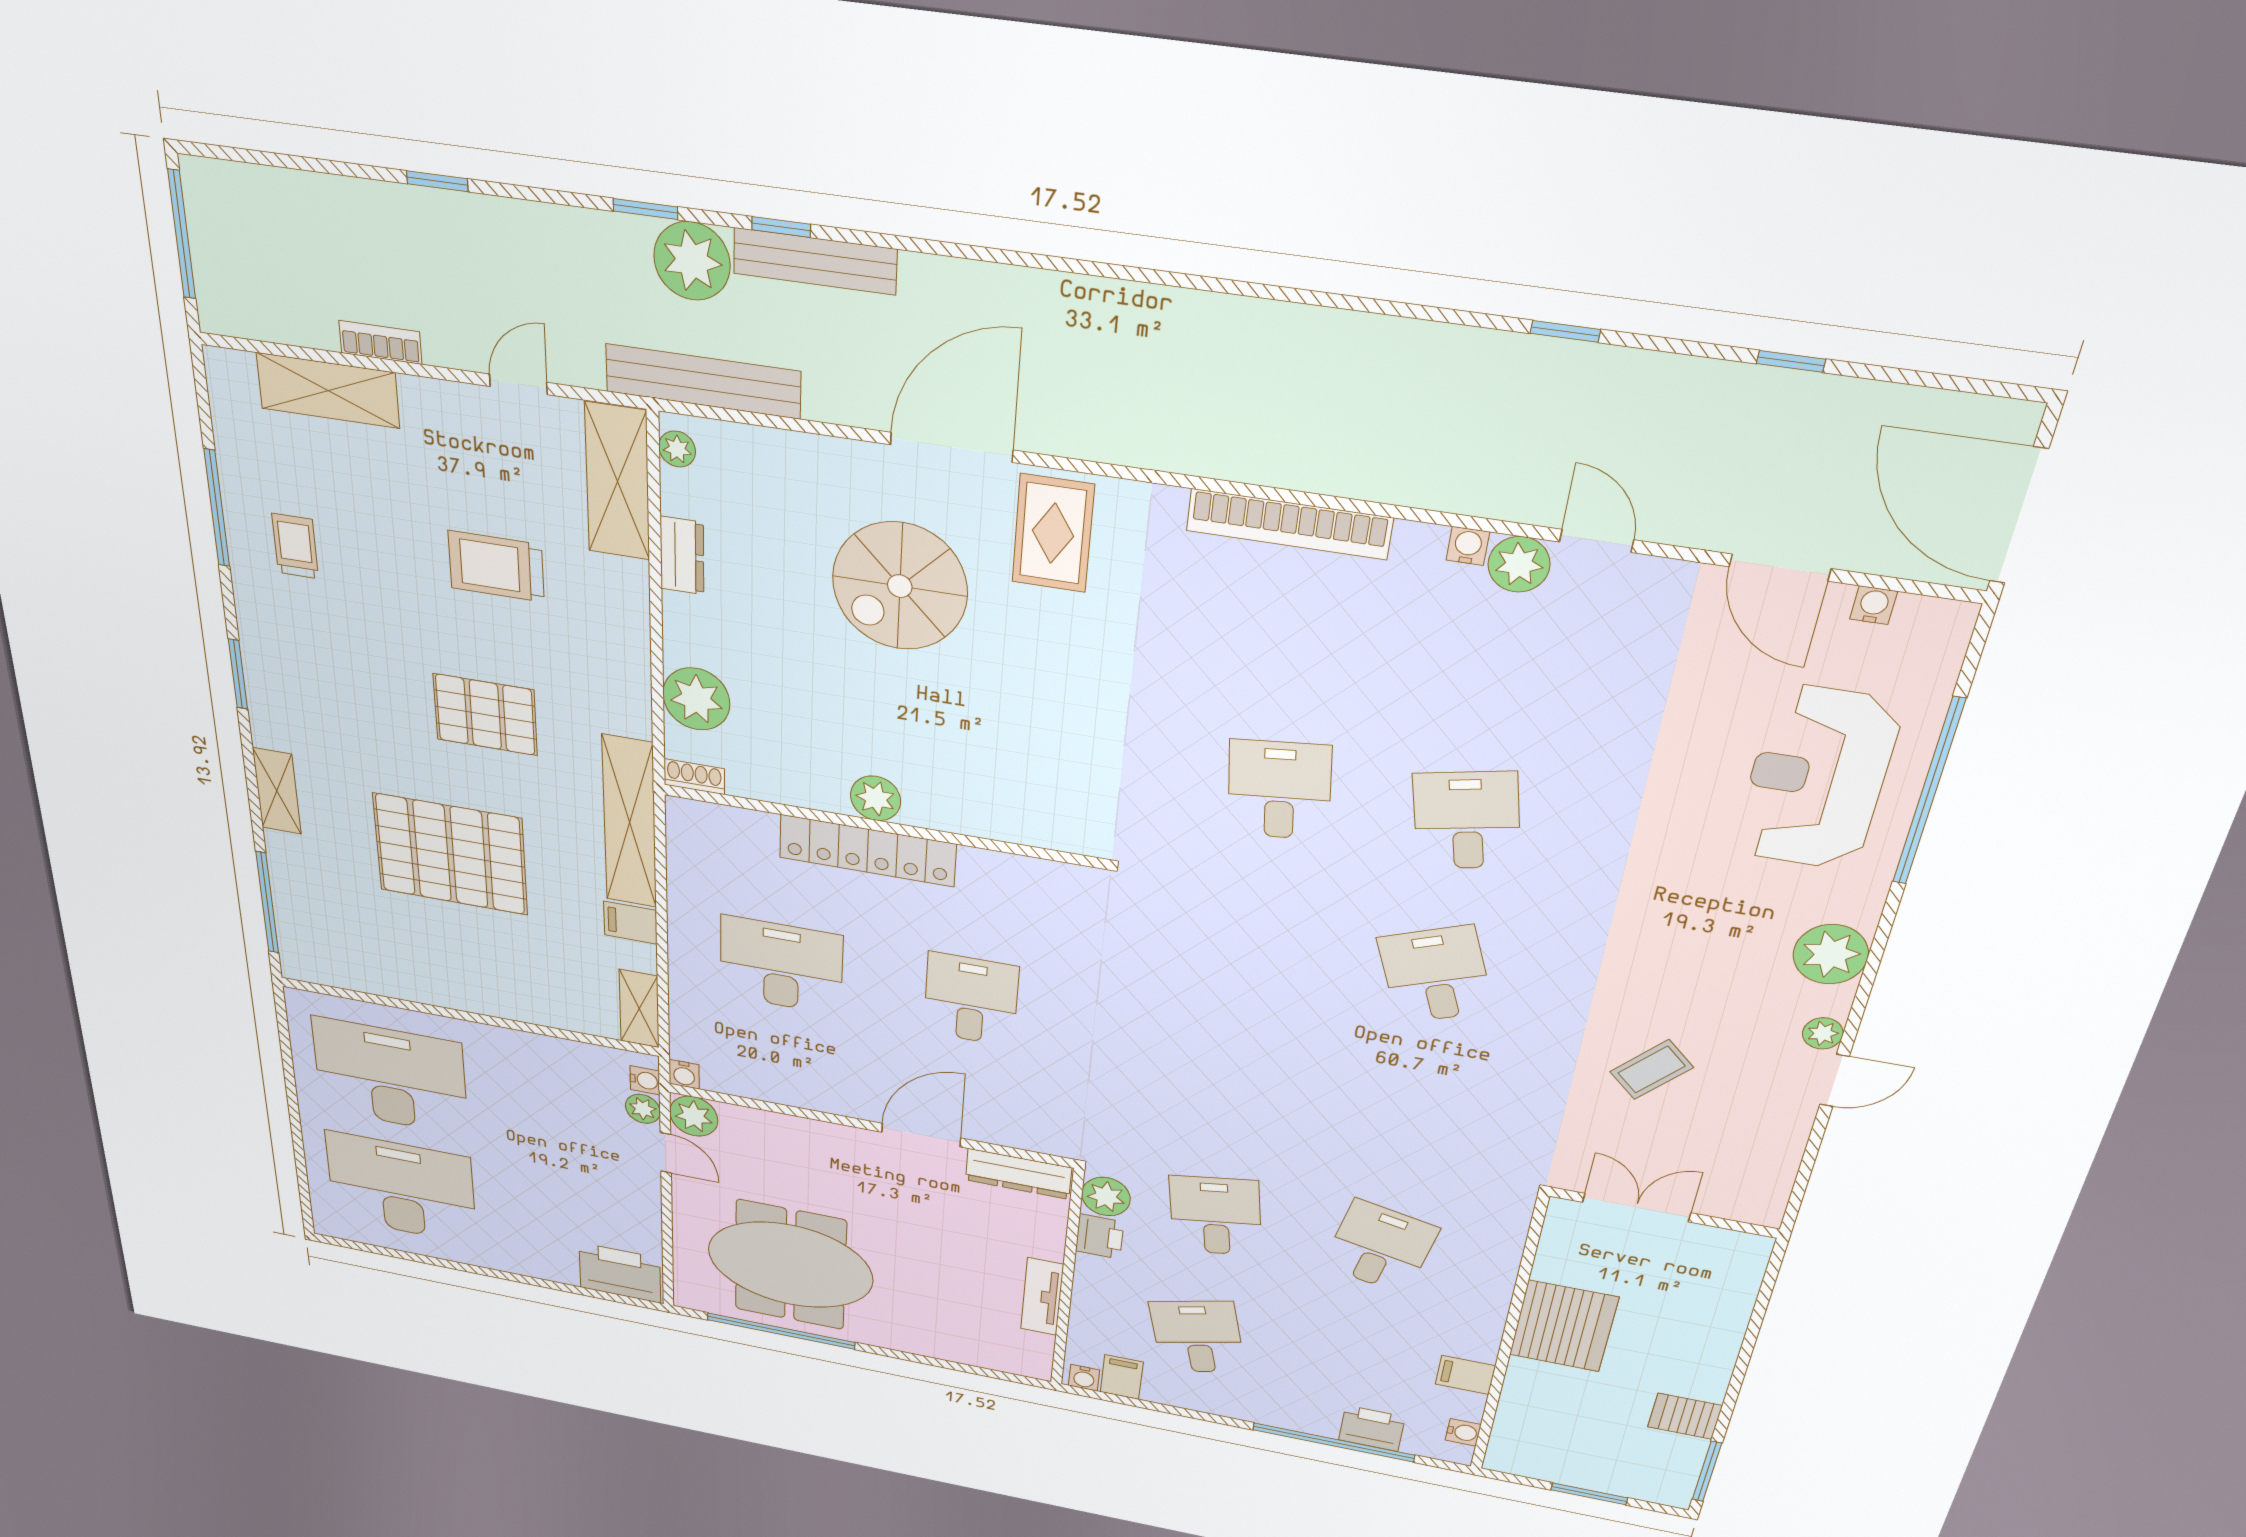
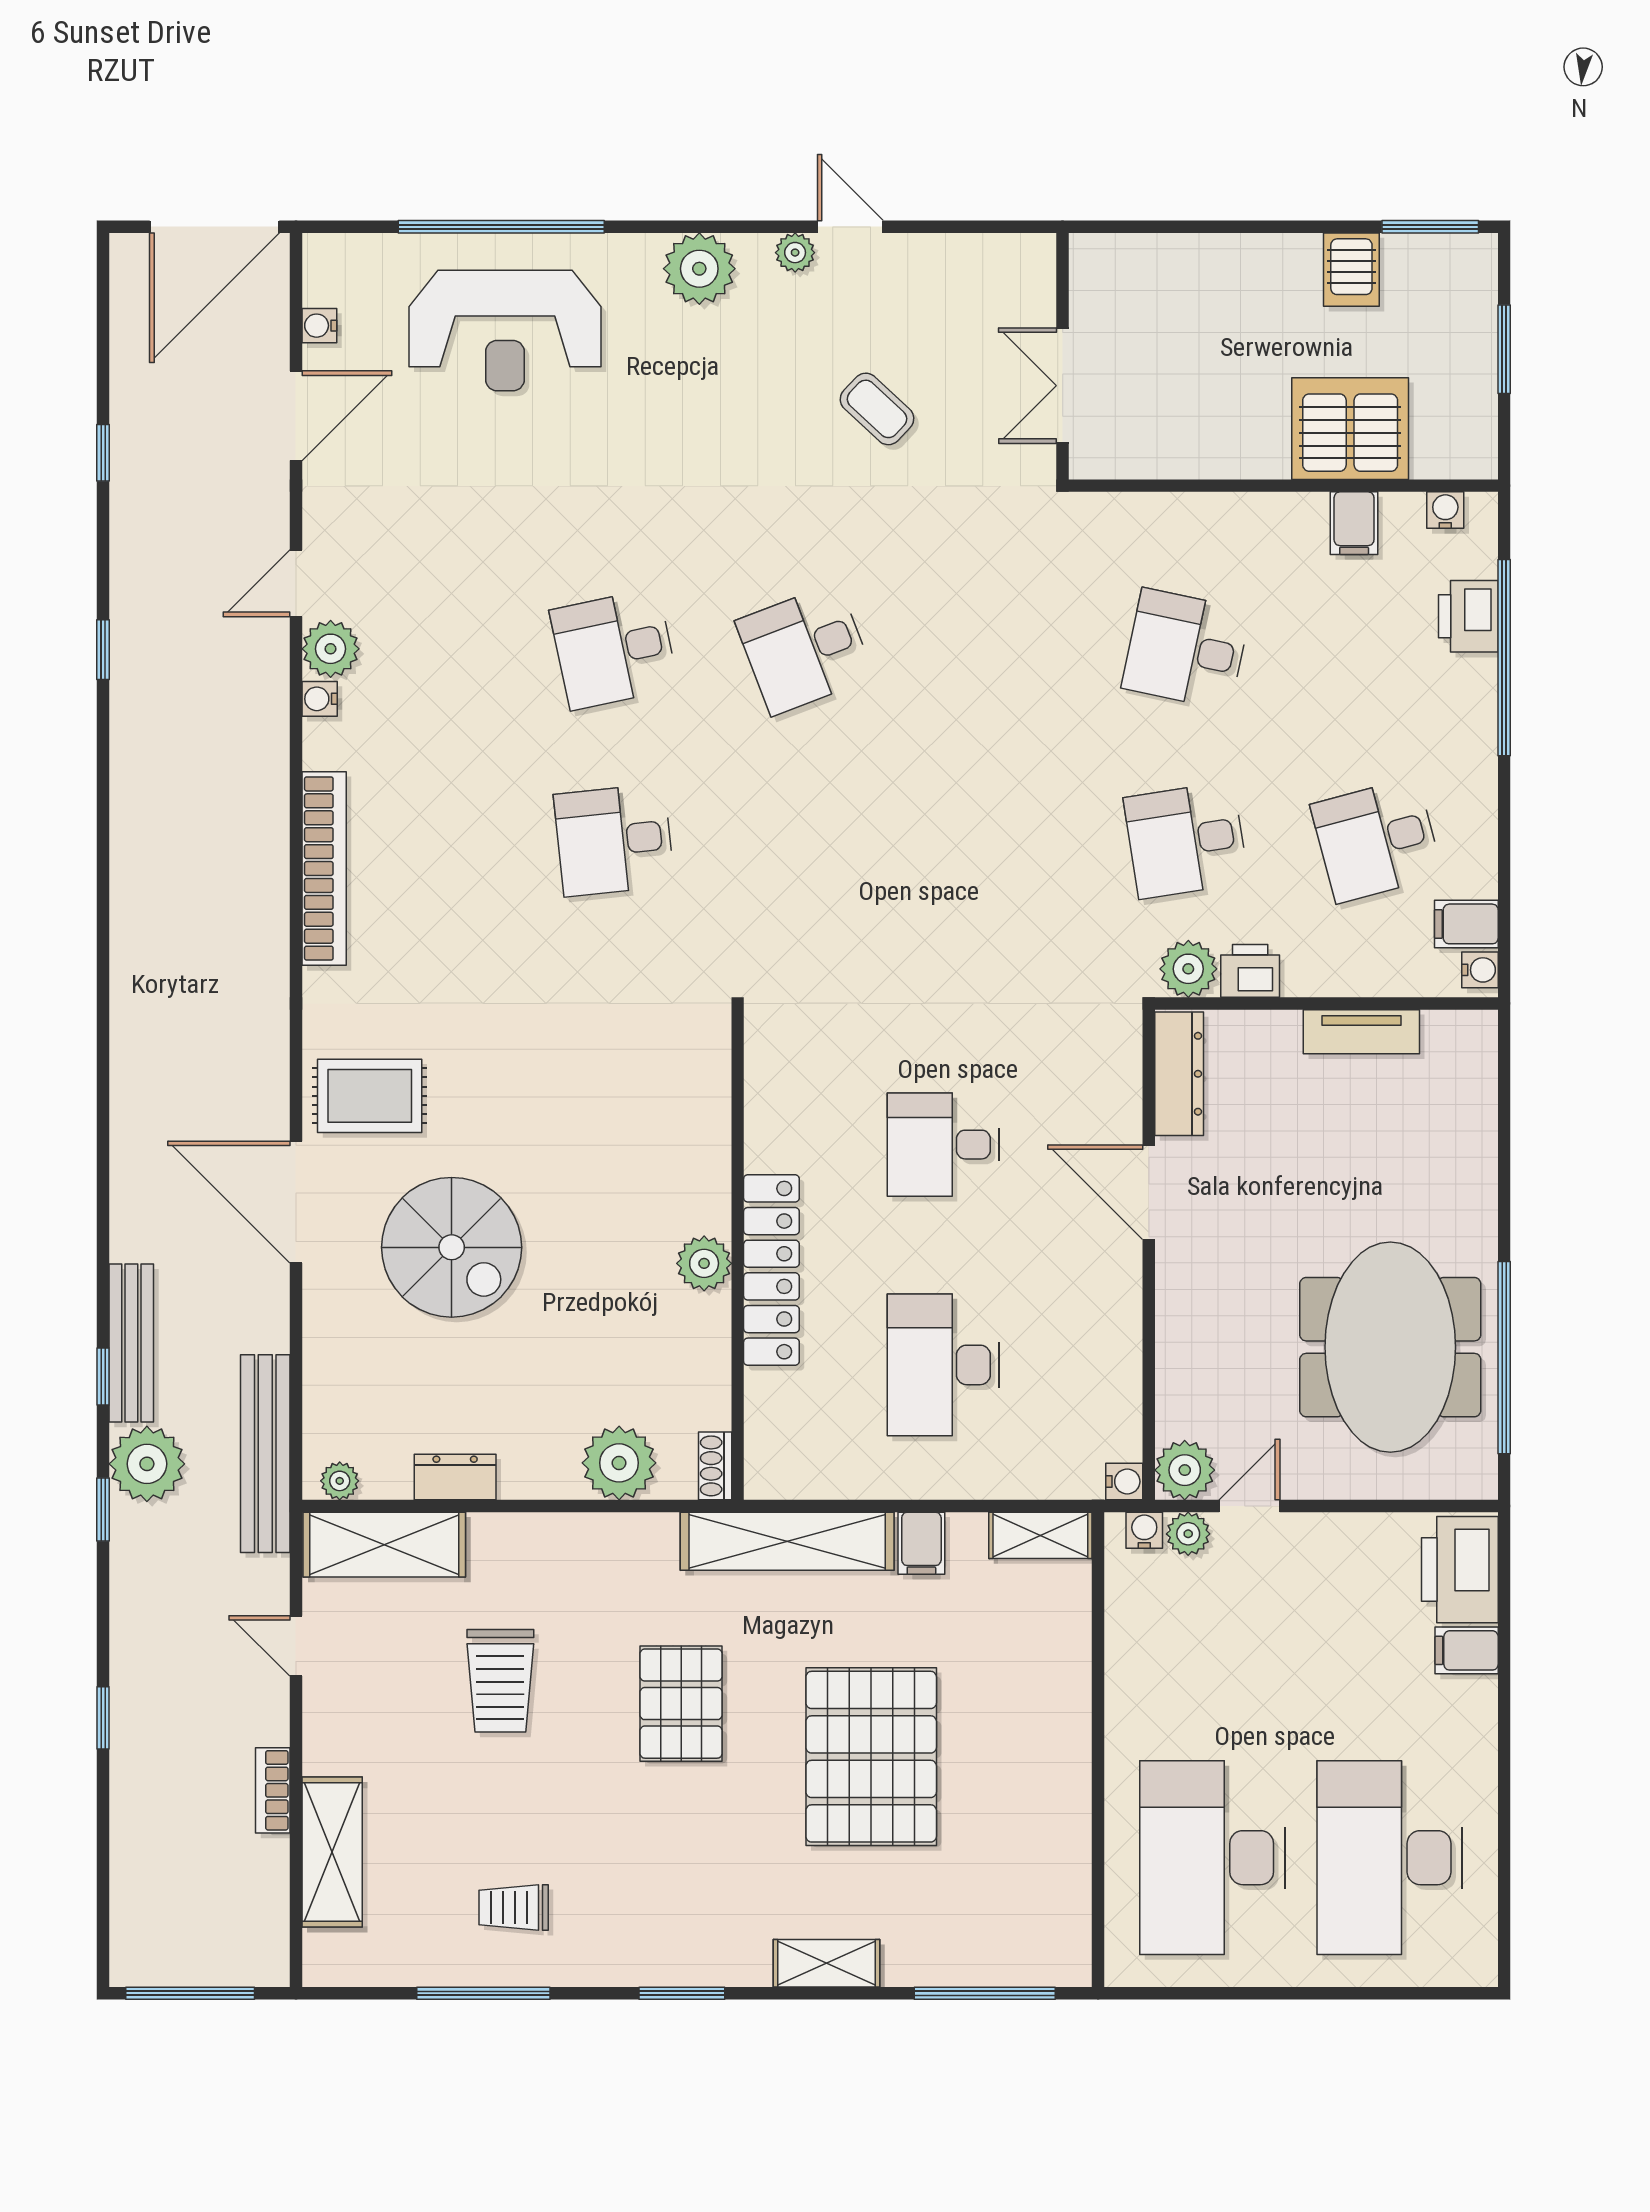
filing cabinet: (559, 1265) -> (1467, 1650), added
server rack: (1564, 1326) -> (1350, 429), moved

